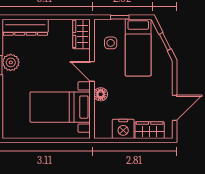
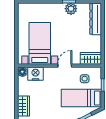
floor lamp: (101, 94) -> (22, 72), moved
nightstand: (123, 129) -> (35, 74), moved, turned 90

